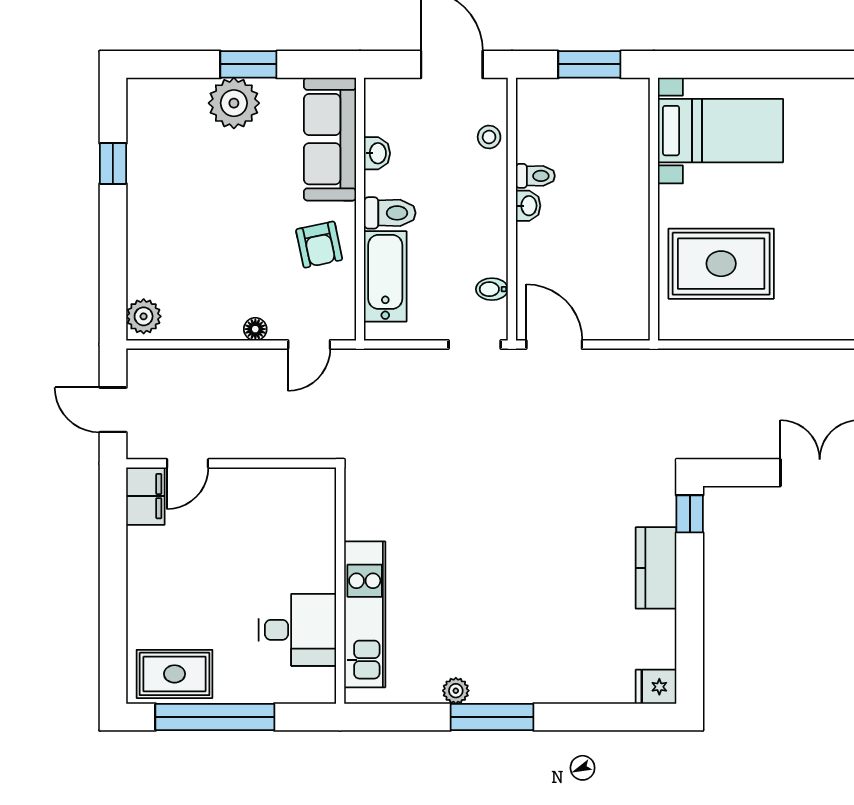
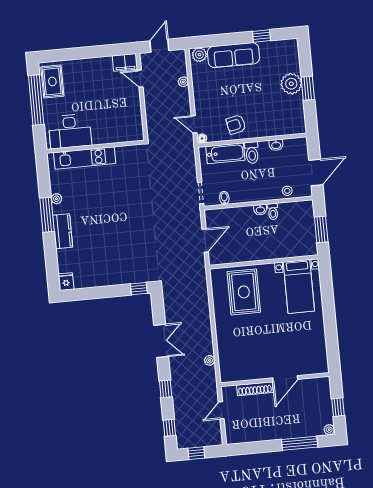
sofa: (330, 139) -> (233, 55), moved, turned 180
floor lamp: (255, 329) -> (202, 138), moved
door: (554, 344) -> (205, 241), moved
plant: (205, 361) -> (183, 82), added
kitchen counter: (656, 568) -> (63, 231), moved, turned 90
desk: (297, 630) -> (70, 131), width x1.37

